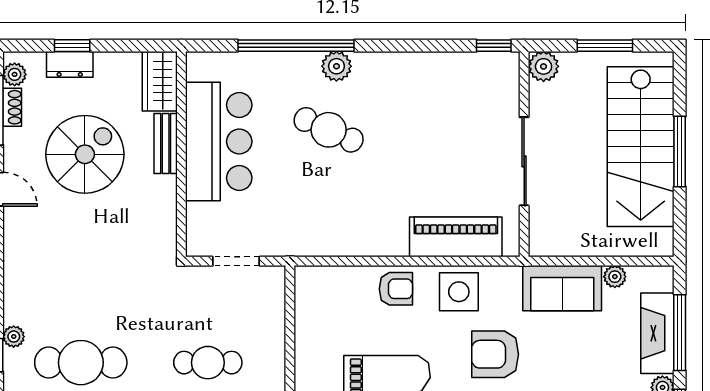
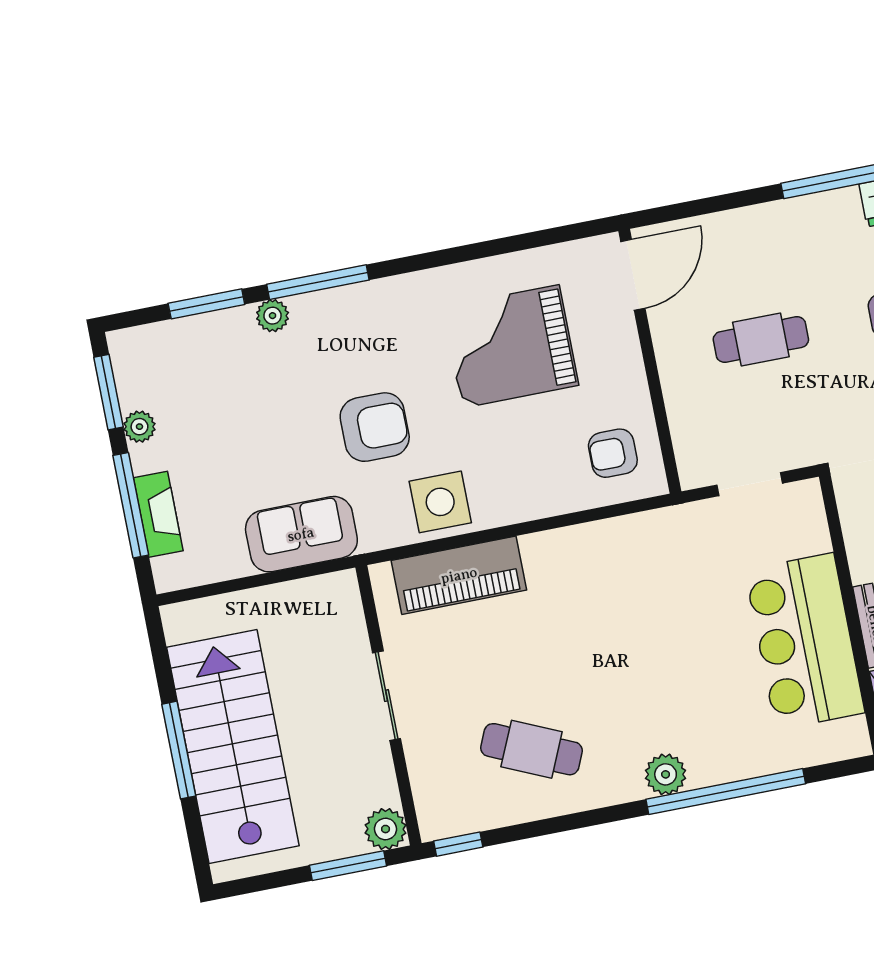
window: (605, 46) -> (348, 866), moved
cafe table: (329, 130) -> (532, 749), moved
sliding door: (524, 161) -> (387, 696), width x0.73
plant: (615, 277) -> (233, 564), removed
armchair: (396, 289) -> (613, 453), moved
fireplace: (657, 333) -> (158, 514), width x0.73, depth x0.76

